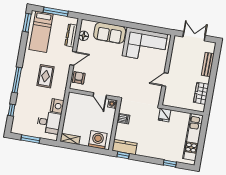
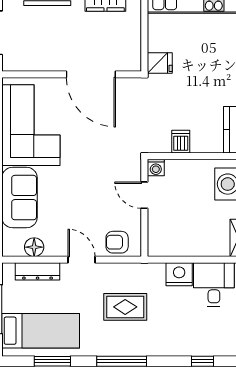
window: (27, 23) -> (52, 361), moved
door: (165, 79) -> (91, 74), width x1.87
window: (17, 80) -> (122, 361), moved
door: (100, 96) -> (144, 195), swing flipped

